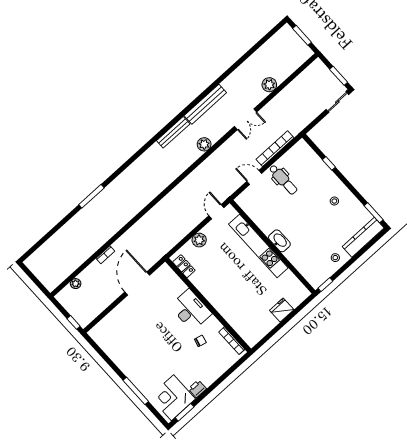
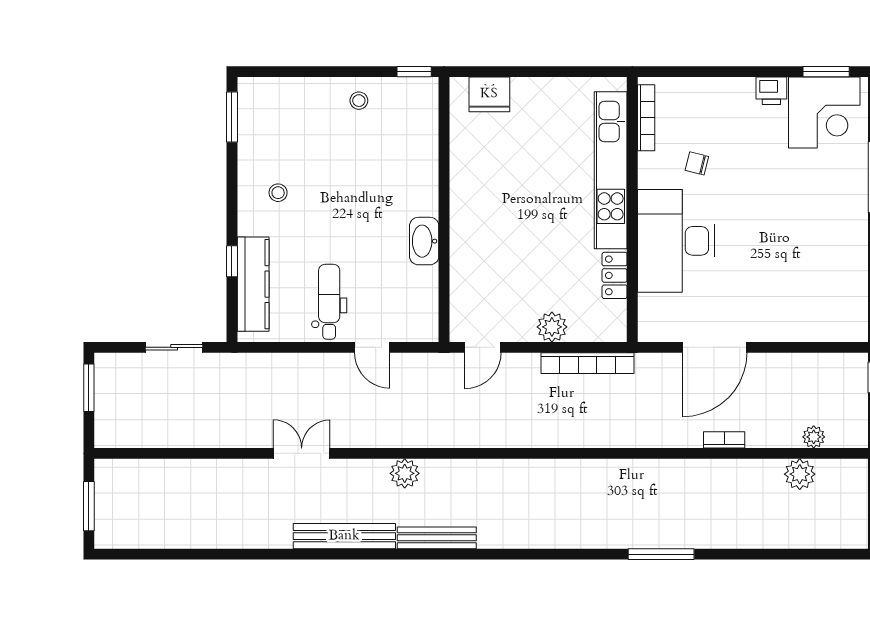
plant: (269, 85) -> (800, 474), moved
sliding door: (337, 102) -> (174, 347), moved
bookcase: (275, 149) -> (588, 363), moved
kitchen counter: (363, 237) -> (253, 284), moved, turned -90
washbasin: (279, 241) -> (424, 241), moved
kitchen unit: (258, 246) -> (611, 170), moved, turned 180
locker: (184, 266) -> (615, 275), moved
desk: (191, 310) -> (676, 241), width x1.36, depth x1.30
fridge: (282, 310) -> (489, 94), moved

